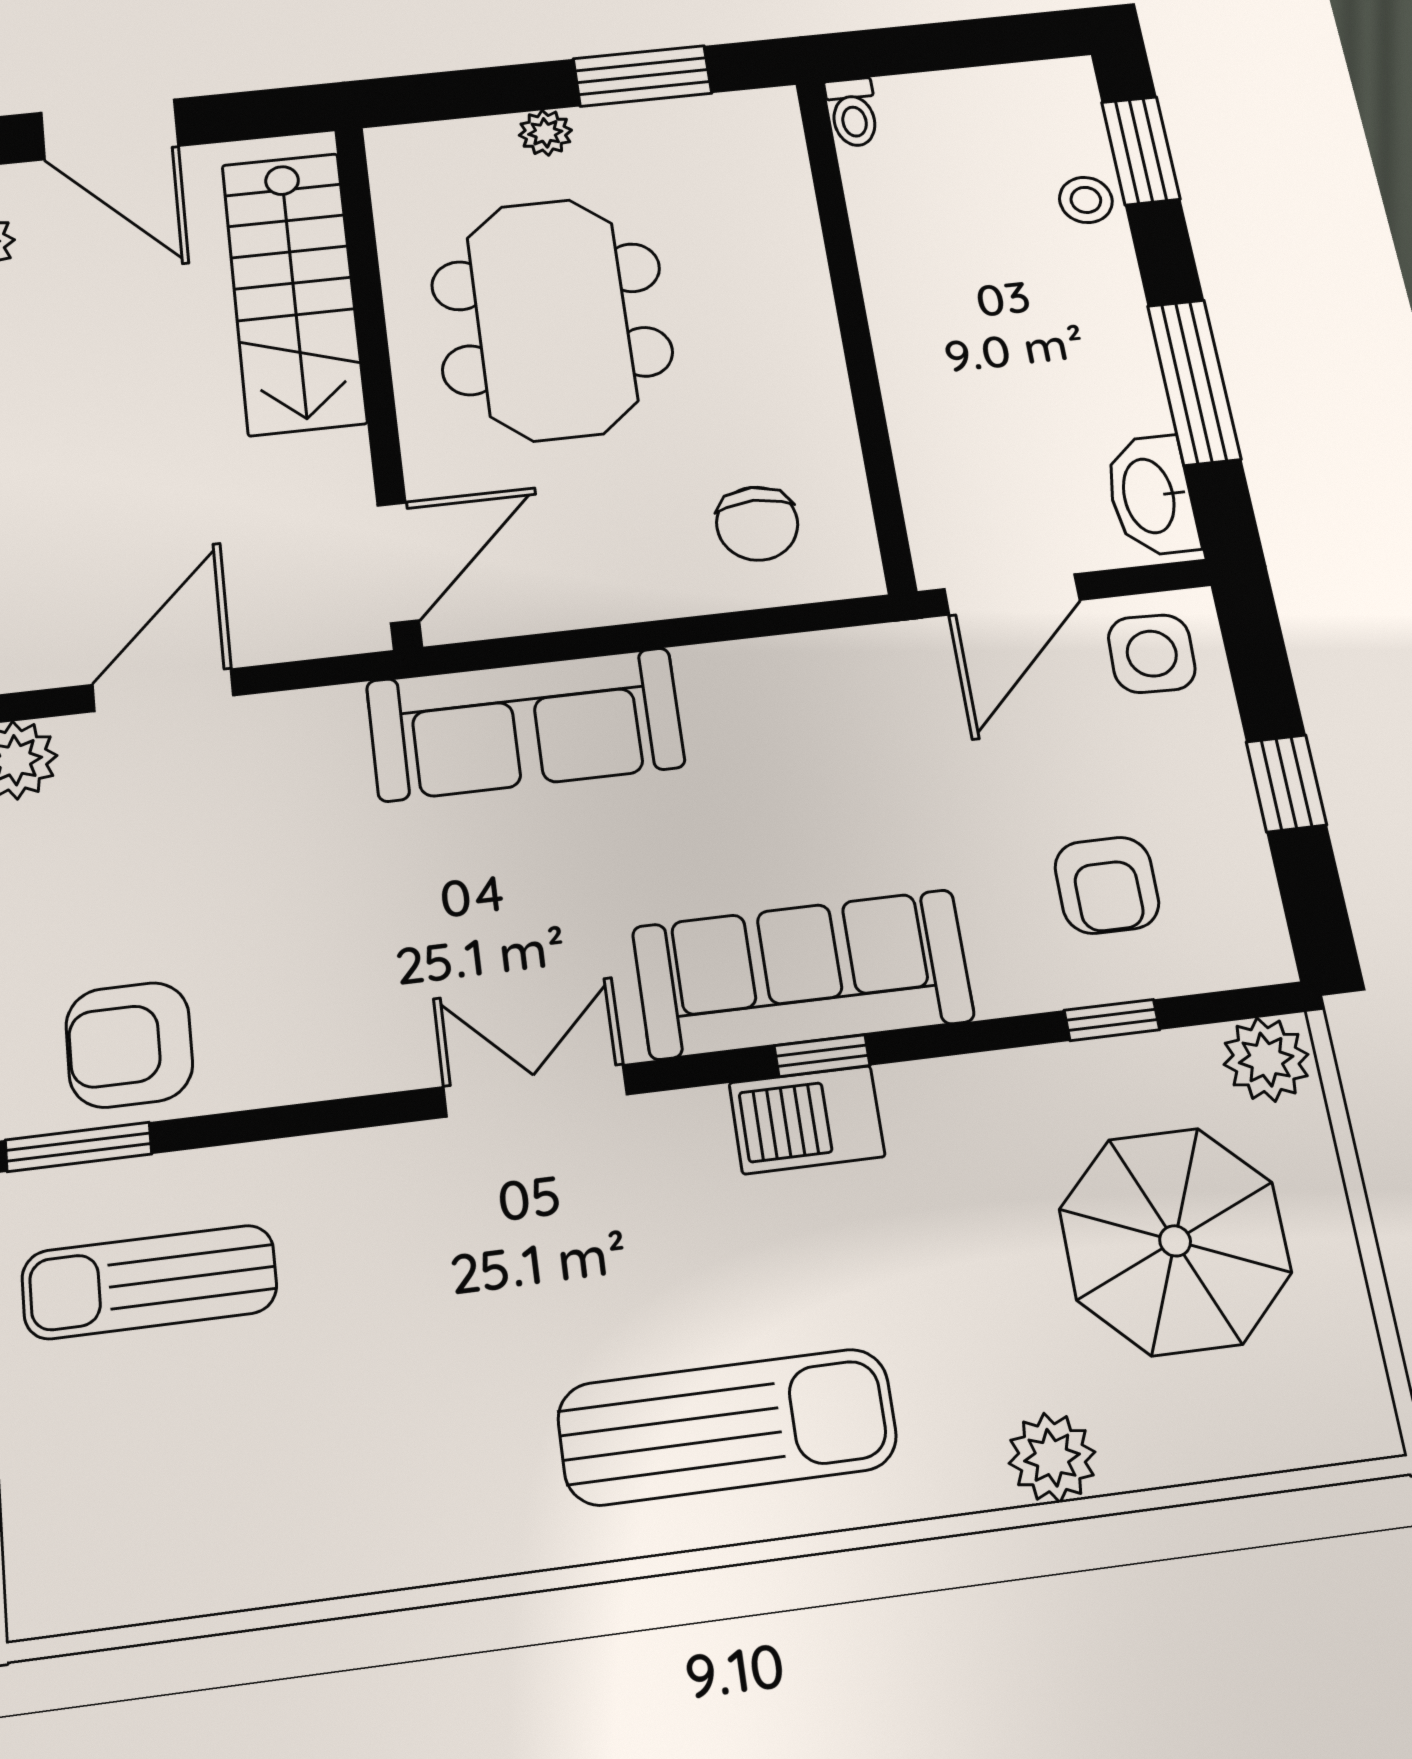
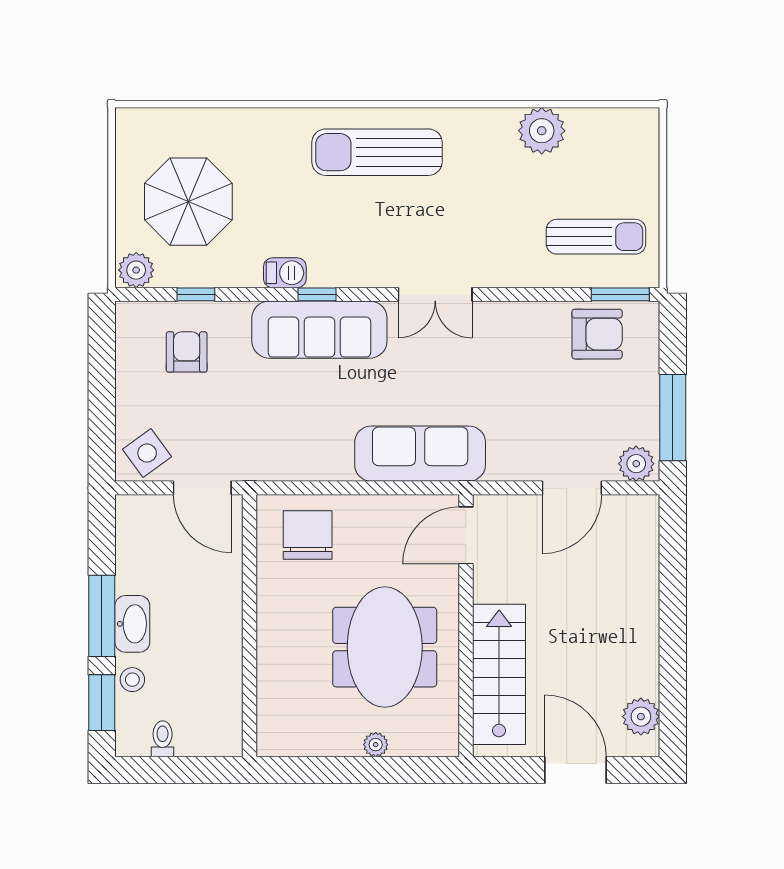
window: (642, 76) -> (327, 770), removed
toilet: (853, 112) -> (163, 739), moved
window: (1194, 382) -> (102, 616), moved
washbasin: (1151, 496) -> (132, 624), moved
chair: (757, 524) -> (308, 535), width x1.37, depth x1.37
door: (1012, 594) -> (202, 488), swing flipped
side table: (1152, 654) -> (147, 453), turned -38
window: (1286, 783) -> (102, 387), removed
barbecue: (807, 1120) -> (285, 273), moved, width x0.73, depth x0.79
plant: (1052, 1458) -> (542, 131), moved, width x1.36, depth x1.36

